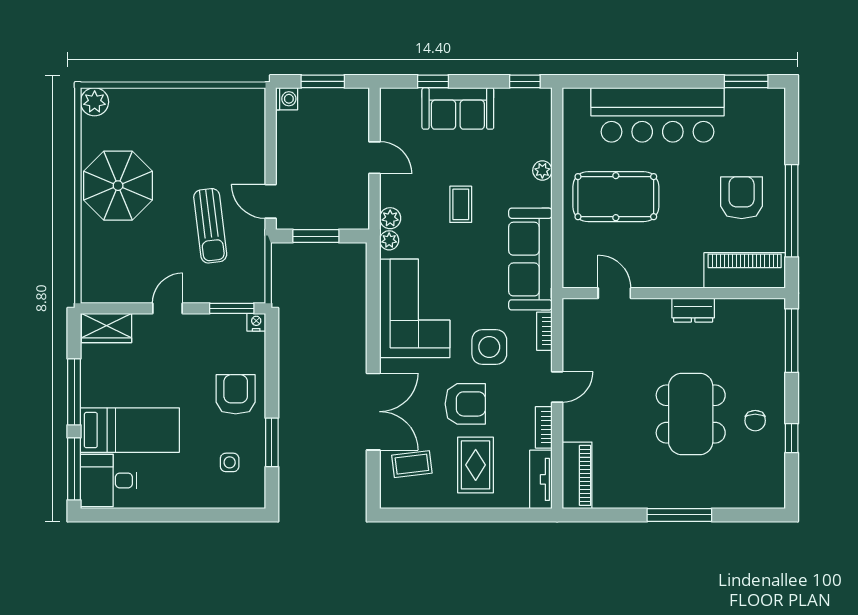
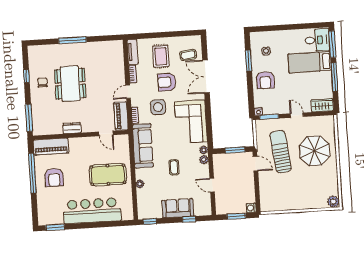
parasol: (118, 186) -> (315, 151), moved
sun lounger: (210, 226) -> (281, 152), width x1.36, depth x1.34
door: (167, 308) -> (297, 115), swing flipped
piano: (577, 475) -> (121, 116), moved

